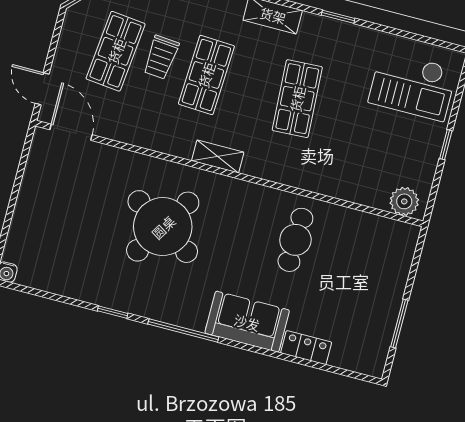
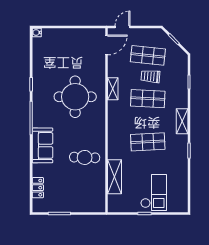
checkout: (413, 86) -> (154, 193), moved, turned 180
shelving: (218, 156) -> (113, 89), moved
shelving: (352, 188) -> (115, 177), added
plant: (404, 201) -> (114, 202), removed
round table: (163, 227) -> (75, 97), turned -32
locker: (306, 348) -> (38, 188), moved

